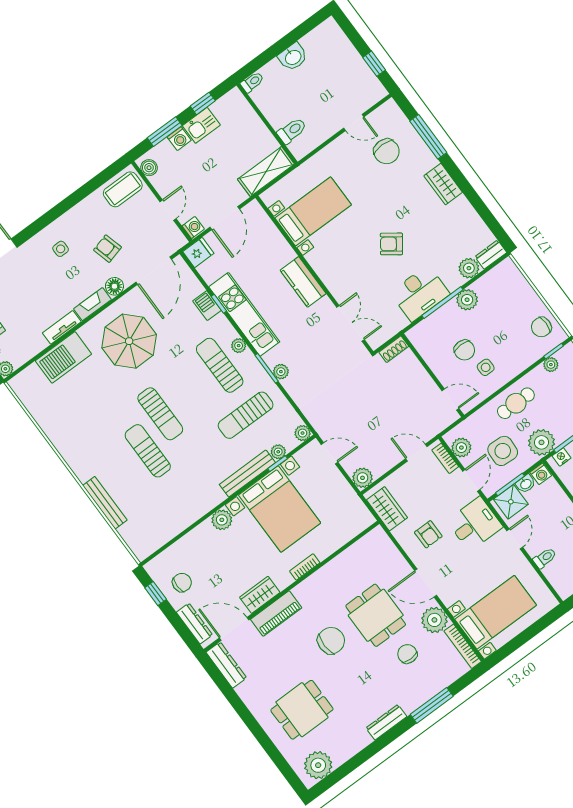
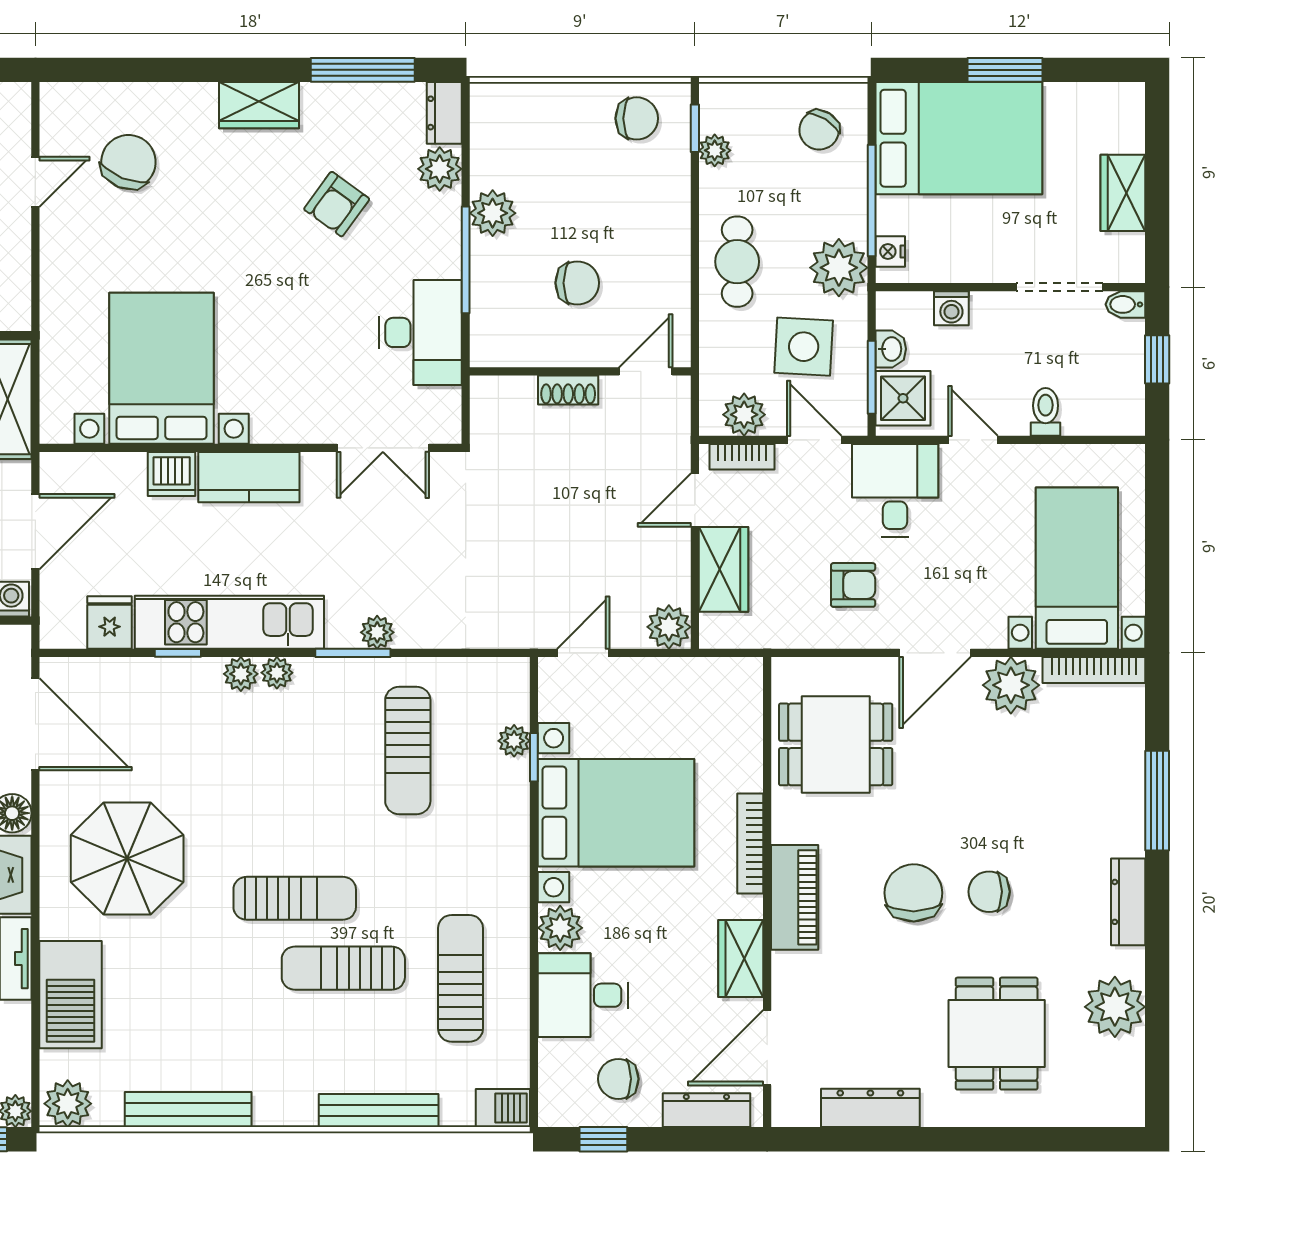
window: (428, 137) -> (363, 70), moved
chair: (387, 151) -> (128, 162), turned -68
bed with nightstands: (313, 211) -> (162, 368), width x1.36
door: (225, 218) -> (35, 532), hinge flipped
armchair: (391, 244) -> (337, 204), moved
fridge: (198, 252) -> (110, 622), moved
dishwasher: (283, 253) -> (172, 474), added
desk: (420, 293) -> (420, 332), moved
barbecue: (207, 306) -> (503, 1108), moved, turned 180
double door: (351, 323) -> (383, 448), swing flipped
chair: (541, 327) -> (637, 118), turned -90
shoe rack: (394, 349) -> (568, 390), moved, turned 90
sun lounger: (220, 365) -> (461, 978), moved, turned 90
side table: (486, 367) -> (635, 268), removed
plant: (22, 386) -> (68, 1104), added
plant: (303, 433) -> (241, 674), moved
bench: (247, 474) -> (188, 1110), moved, turned 90
washing machine: (541, 474) -> (951, 308), moved, turned 90
wardrobe: (387, 509) -> (723, 569), moved, turned 90
desk: (203, 547) -> (583, 995), added
bookcase: (305, 567) -> (750, 844), width x1.56
chair: (182, 583) -> (618, 1079), turned -90
piano: (276, 613) -> (795, 897), moved
dining table: (376, 615) -> (836, 744), moved
chair: (407, 654) -> (989, 892), moved
dresser: (226, 665) -> (870, 1108), moved
plant: (318, 765) -> (1115, 1007), moved

